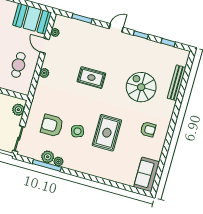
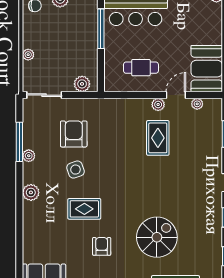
plant: (44, 73) -> (158, 105), moved
rug: (91, 78) -> (158, 138), moved
armchair: (148, 129) -> (102, 246), moved, turned 180
rug: (107, 133) -> (84, 209), width x0.73, depth x0.70
plant: (48, 157) -> (31, 192), moved

